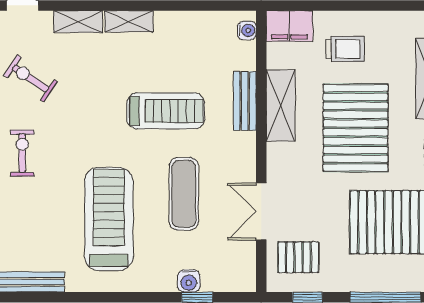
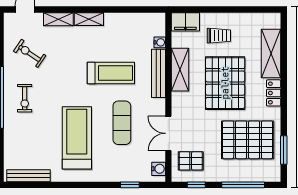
water cooler: (247, 30) -> (160, 42), moved
bench: (245, 101) -> (159, 73), width x1.36
exercise bike: (22, 153) -> (25, 98), turned 180
water cooler: (189, 281) -> (159, 169), moved, turned -90

